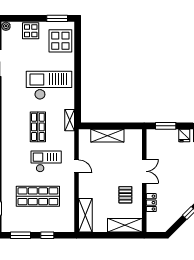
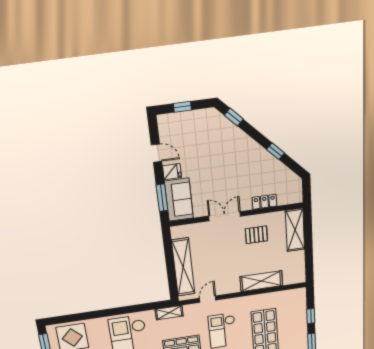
shelving: (107, 136) -> (183, 267), width x1.47
sofa: (162, 138) -> (179, 200), added
door: (77, 166) -> (208, 299), moved
shelving: (85, 215) -> (261, 281), moved

